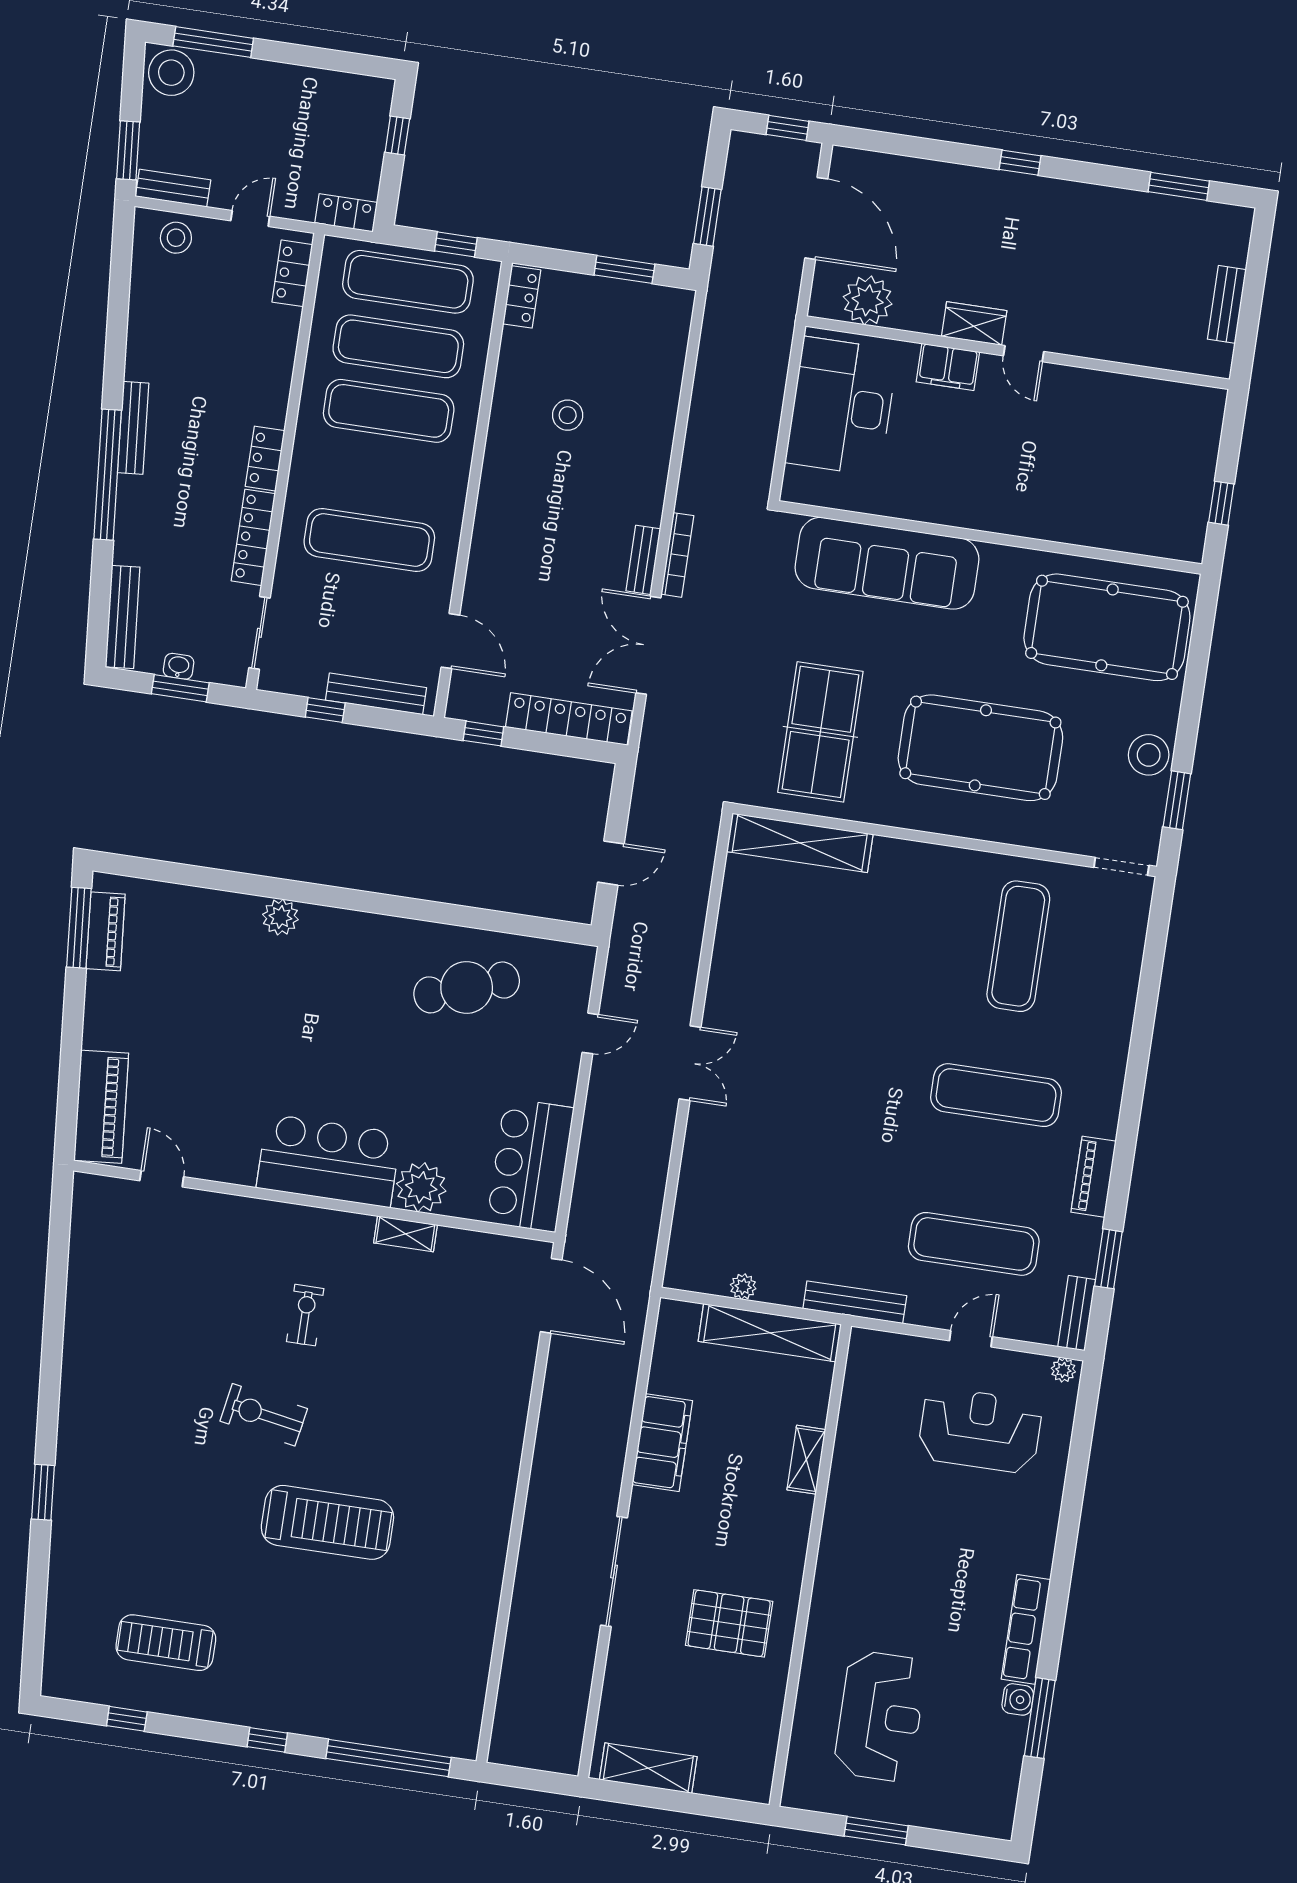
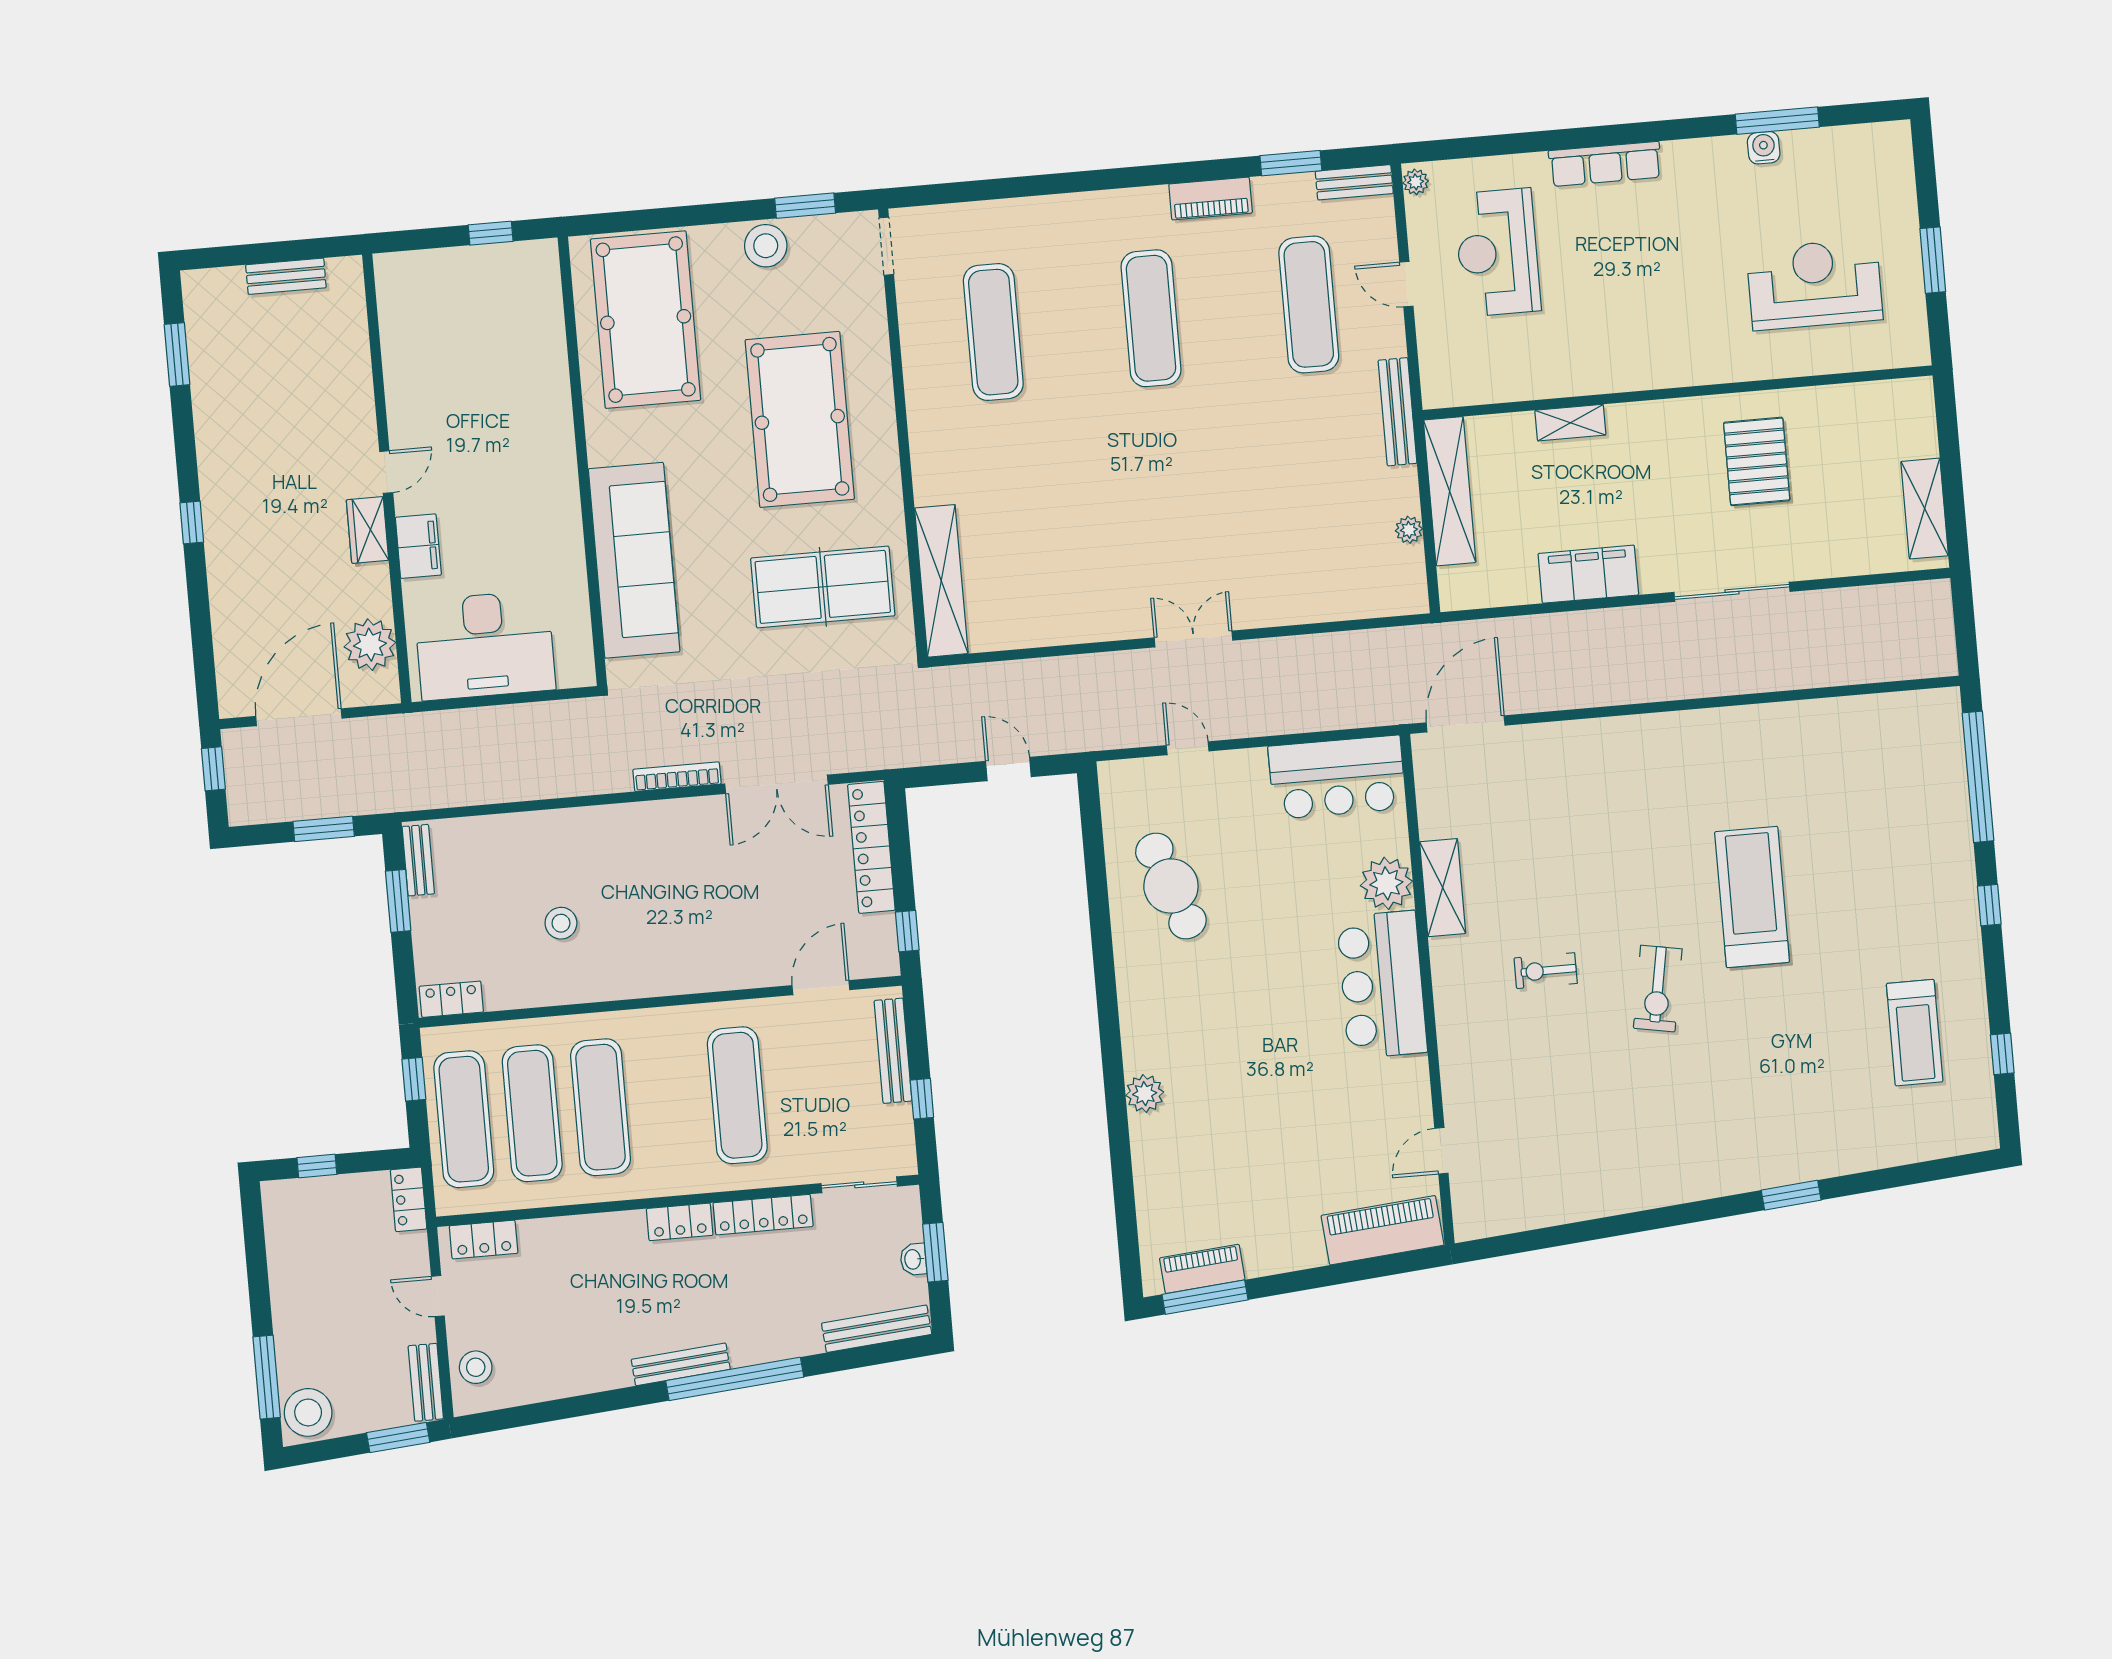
bench: (643, 560) -> (418, 860), moved, turned 90
exercise mat: (1018, 946) -> (993, 332), turned 90
shelving: (405, 1234) -> (1443, 888), width x1.50, depth x1.33
row of seats: (1026, 1629) -> (1605, 164), moved

